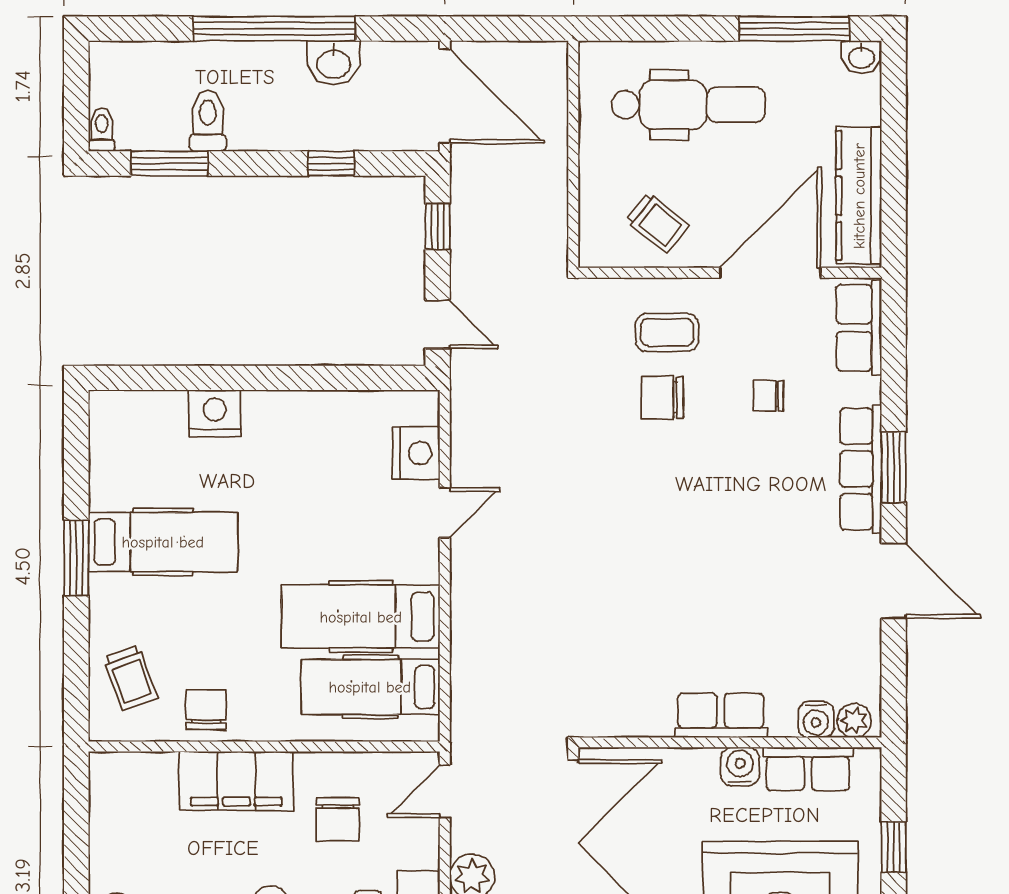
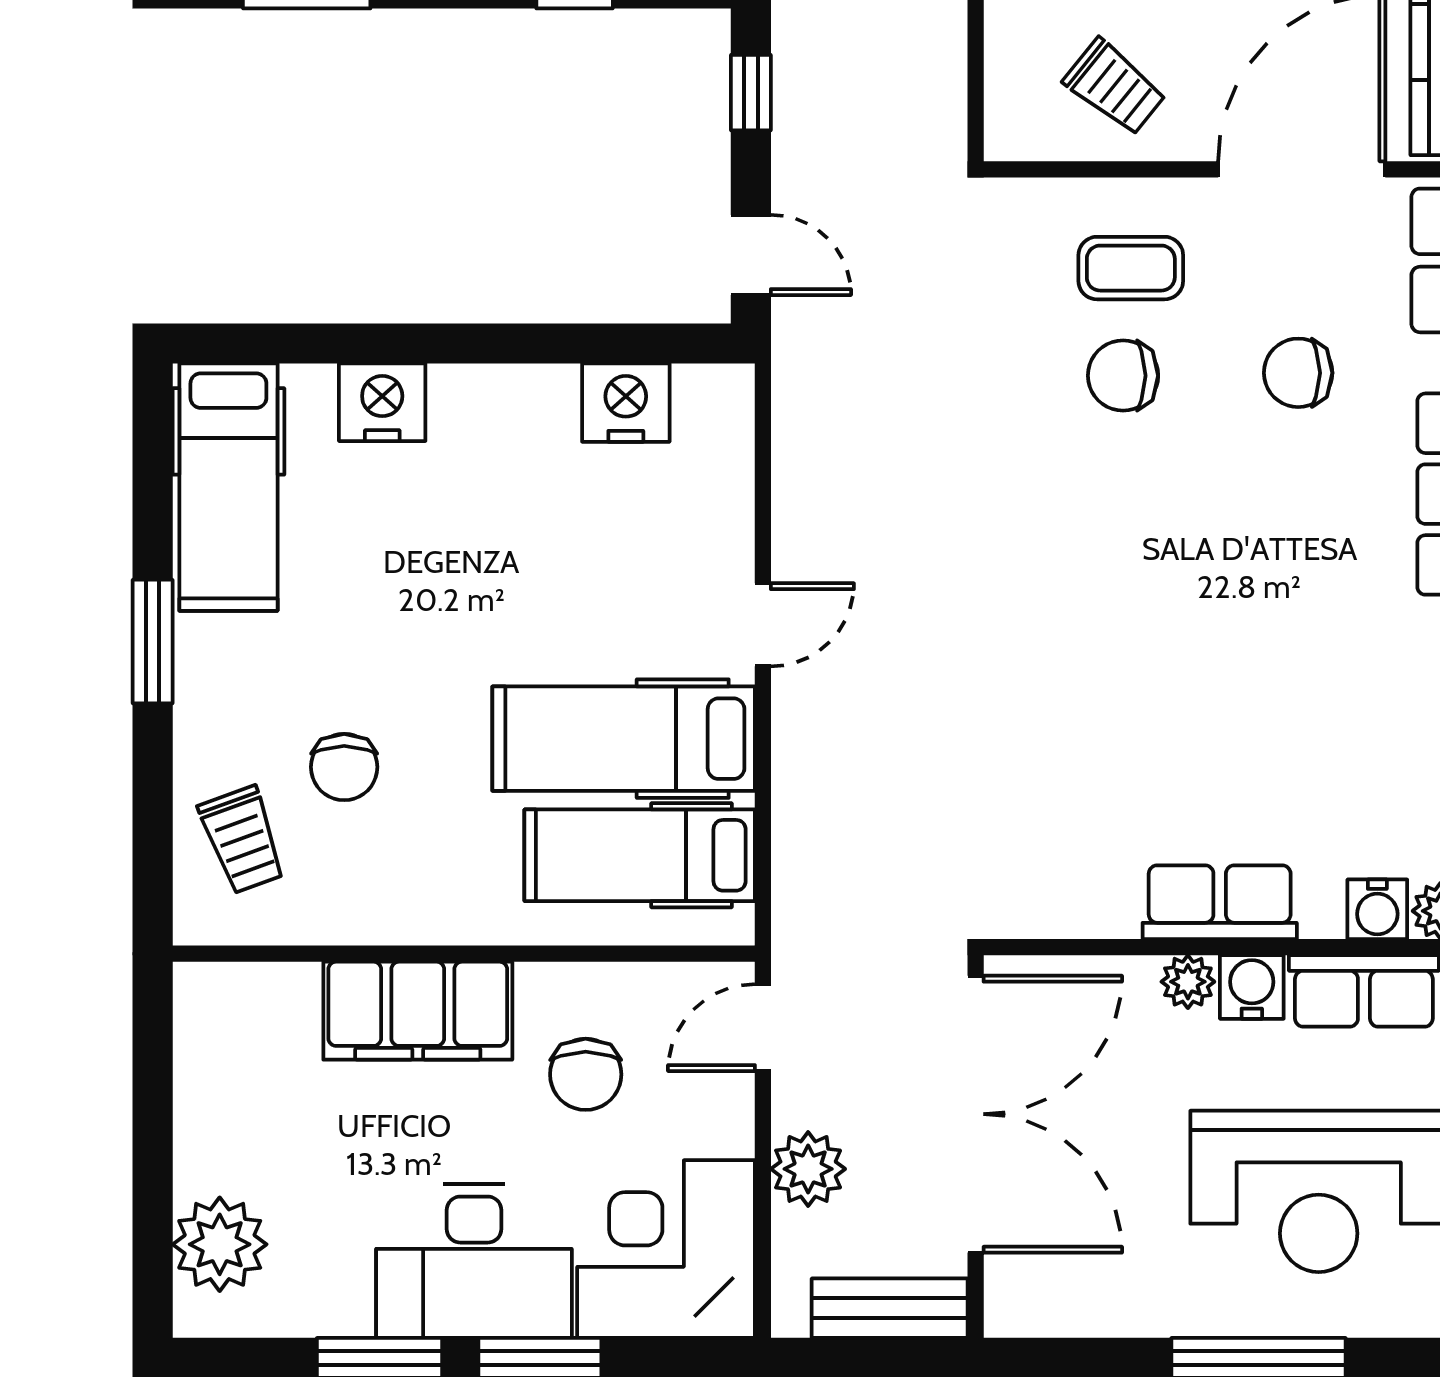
chair: (768, 396) -> (1298, 373), width x1.37, depth x1.37
nightstand: (416, 453) -> (626, 403), moved, turned -90
door: (445, 513) -> (763, 625), moved
hospital bed: (163, 542) -> (228, 487), moved, turned 90
chair: (206, 709) -> (344, 767), moved, turned 180
plant: (702, 763) -> (1188, 982), added

